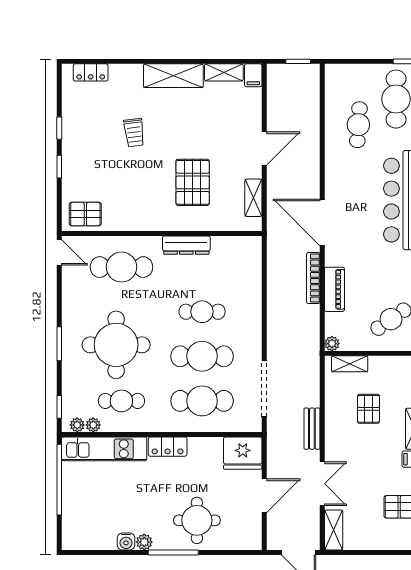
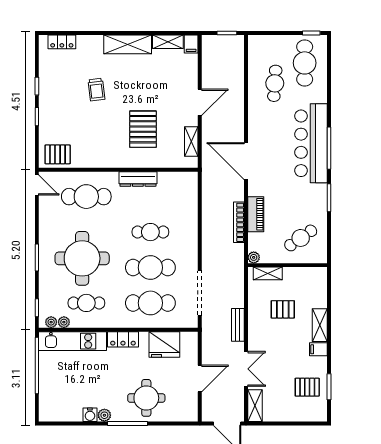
bookcase: (313, 278) -> (239, 222), moved
pallet: (368, 409) -> (283, 309), turned 90
fridge: (243, 453) -> (164, 344), moved

